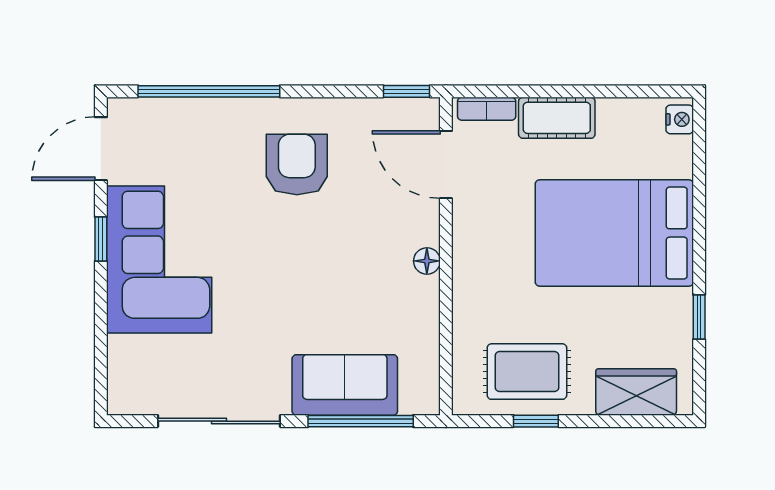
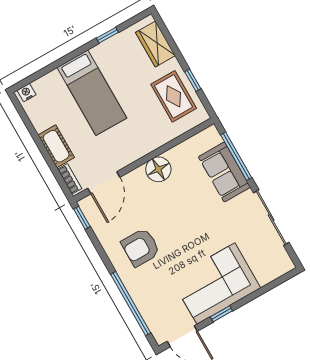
bed: (614, 233) -> (92, 93), width x0.67
floor lamp: (427, 261) -> (158, 169), width x1.89, depth x1.89

